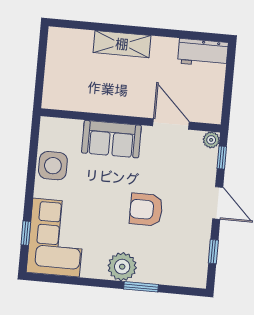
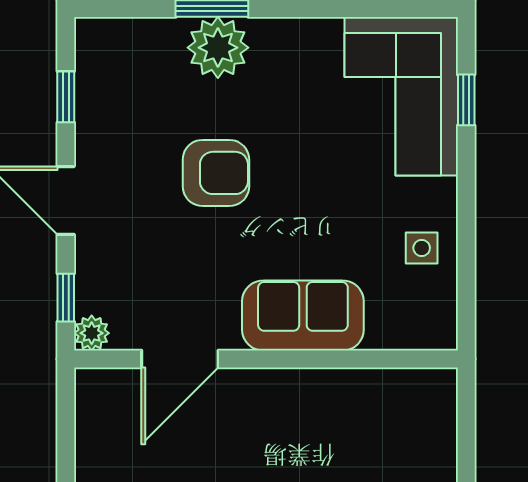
door: (171, 124) -> (180, 359), hinge flipped
side table: (53, 166) -> (422, 248), width x0.54, depth x0.54
plant: (122, 267) -> (218, 48), moved

